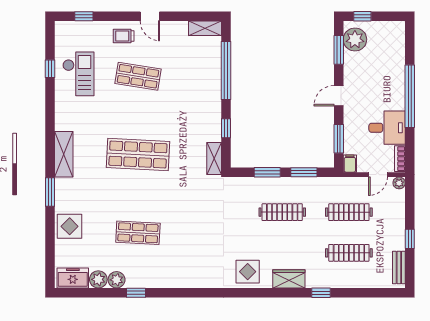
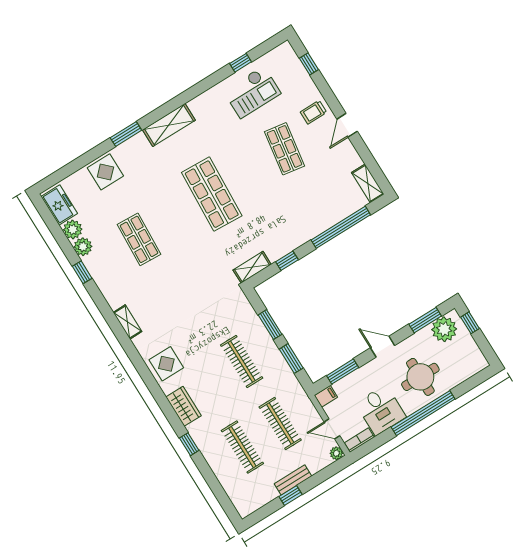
trolley: (124, 36) -> (314, 112), turned -90
round table: (380, 81) -> (420, 377), added
bench: (399, 268) -> (293, 480), moved
shelving: (197, 282) -> (128, 322), added

